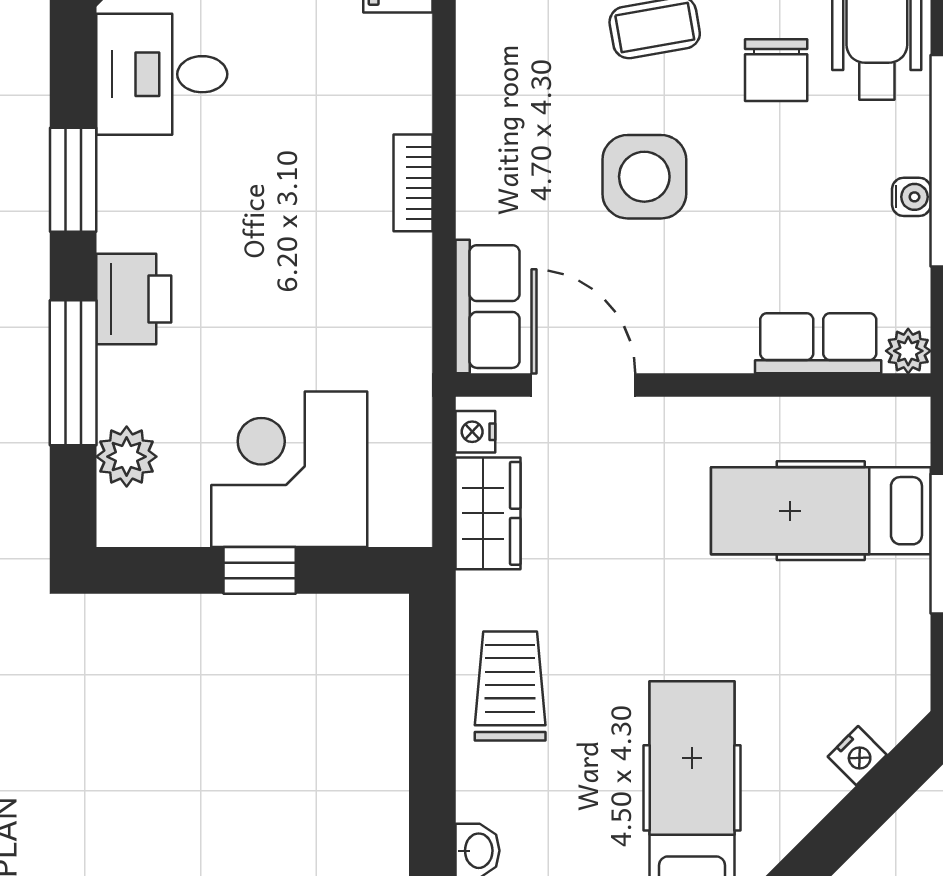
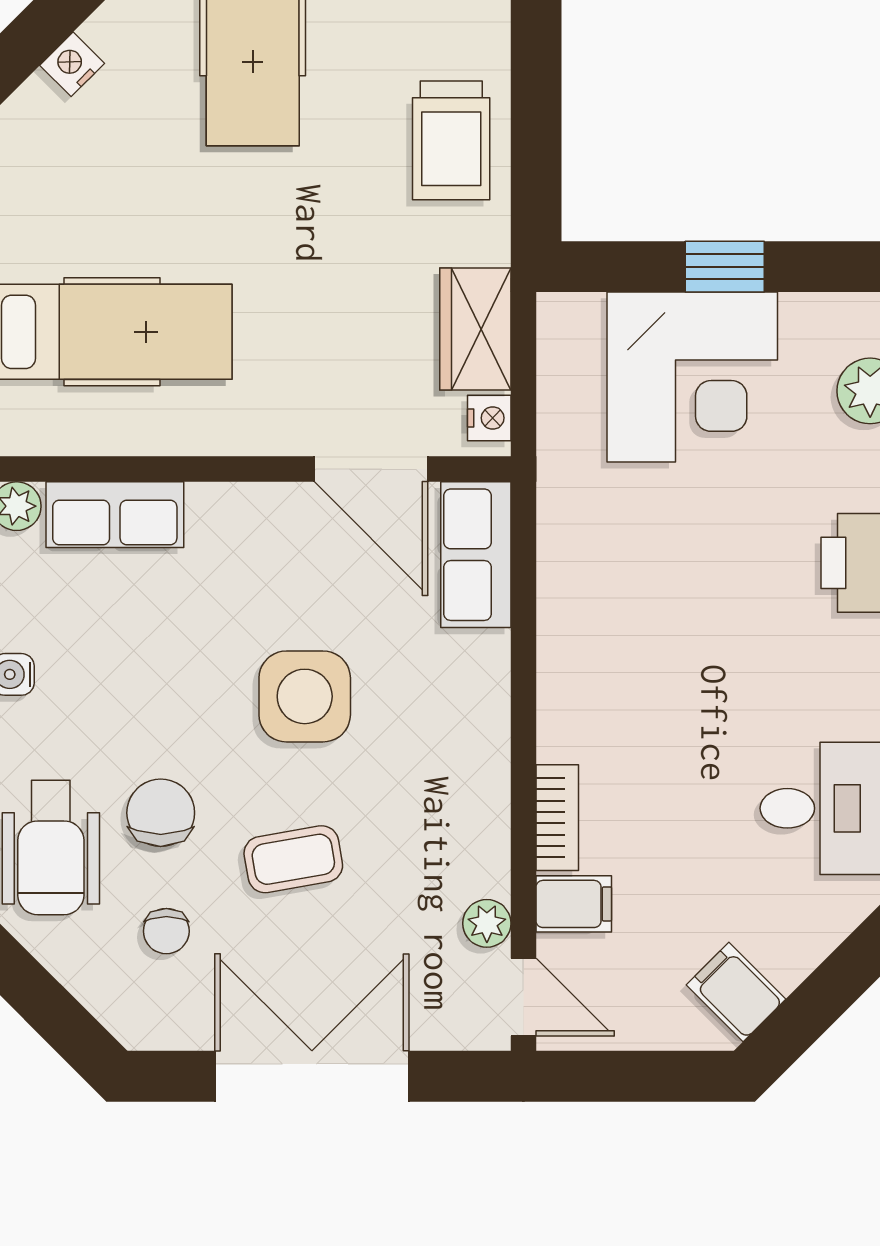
bookcase: (413, 183) -> (557, 818), moved

